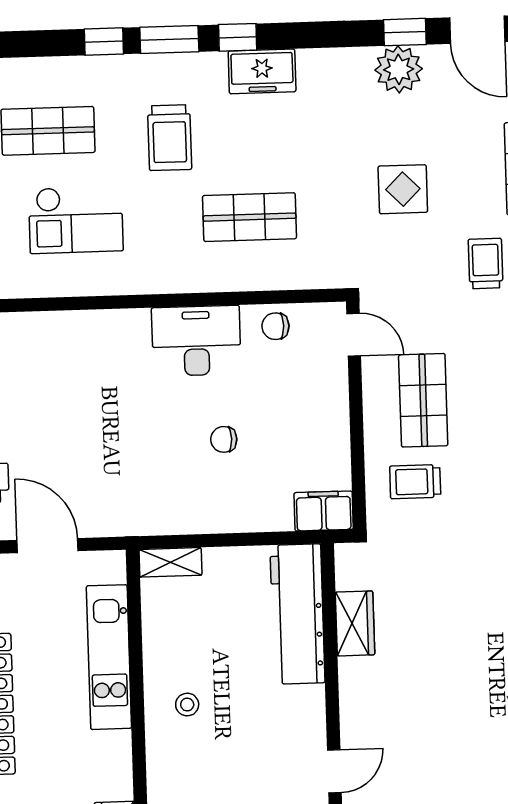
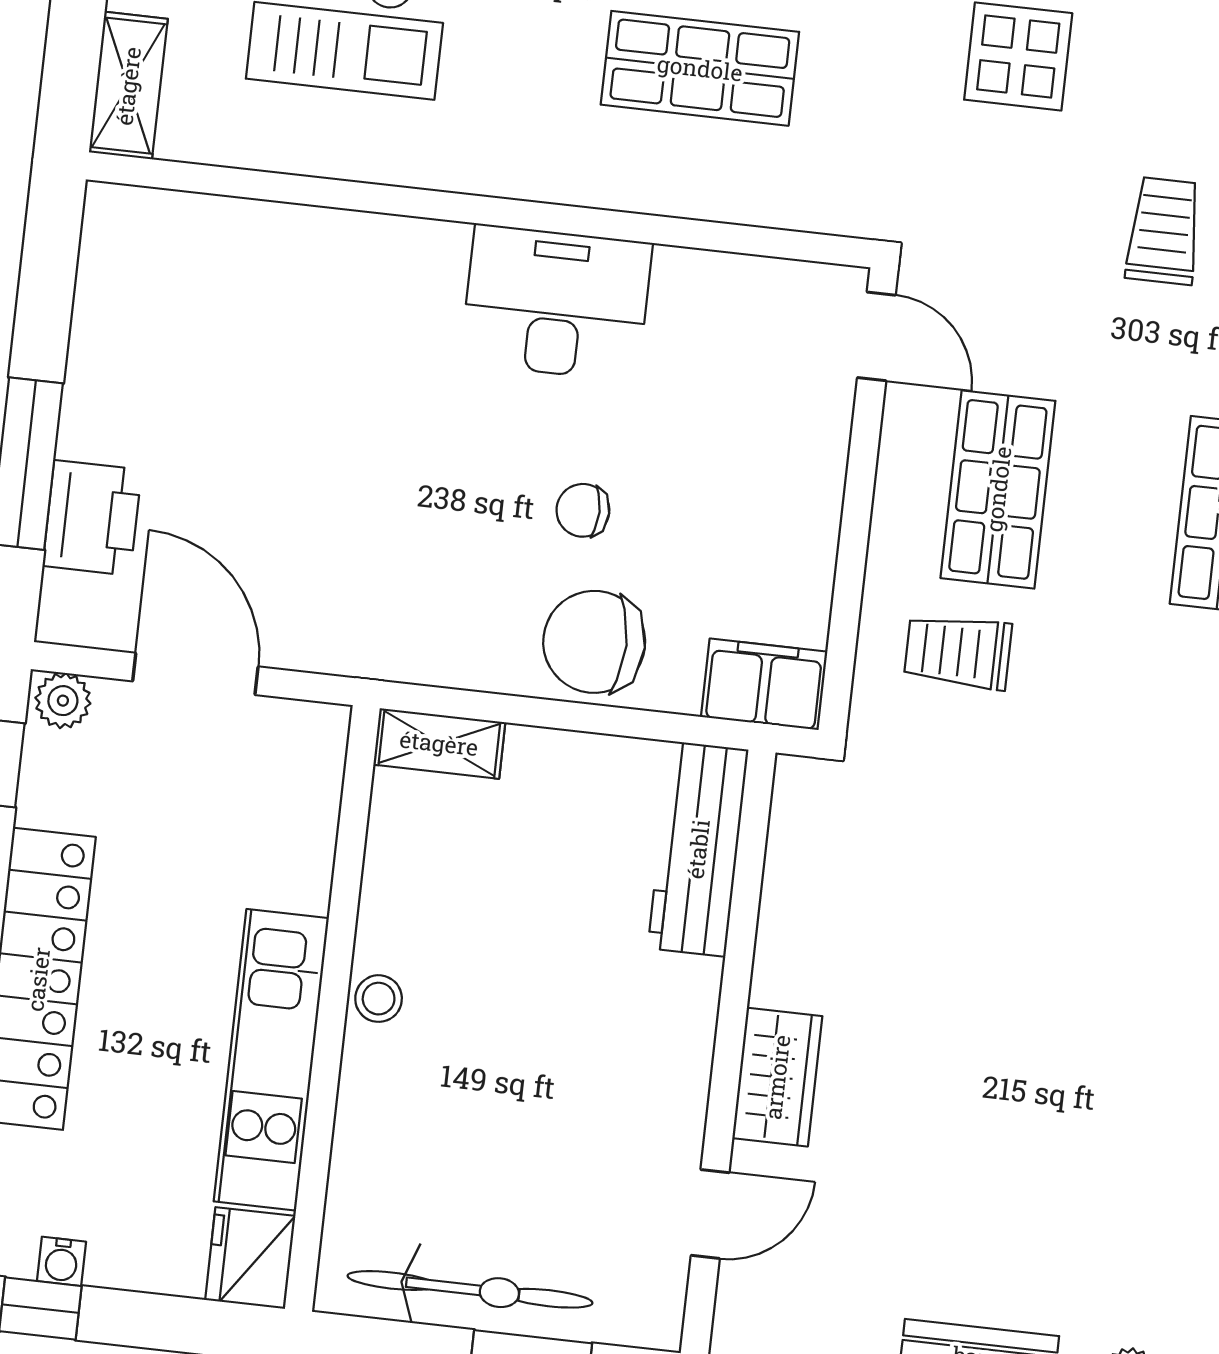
chair: (275, 326) -> (594, 642), moved, width x1.87, depth x1.87
workbench: (297, 614) -> (698, 849), width x0.73, depth x0.76
wardrobe: (355, 623) -> (777, 1077), moved
kitchen unit: (109, 657) -> (271, 1060), moved
stool: (187, 705) -> (379, 999), moved

